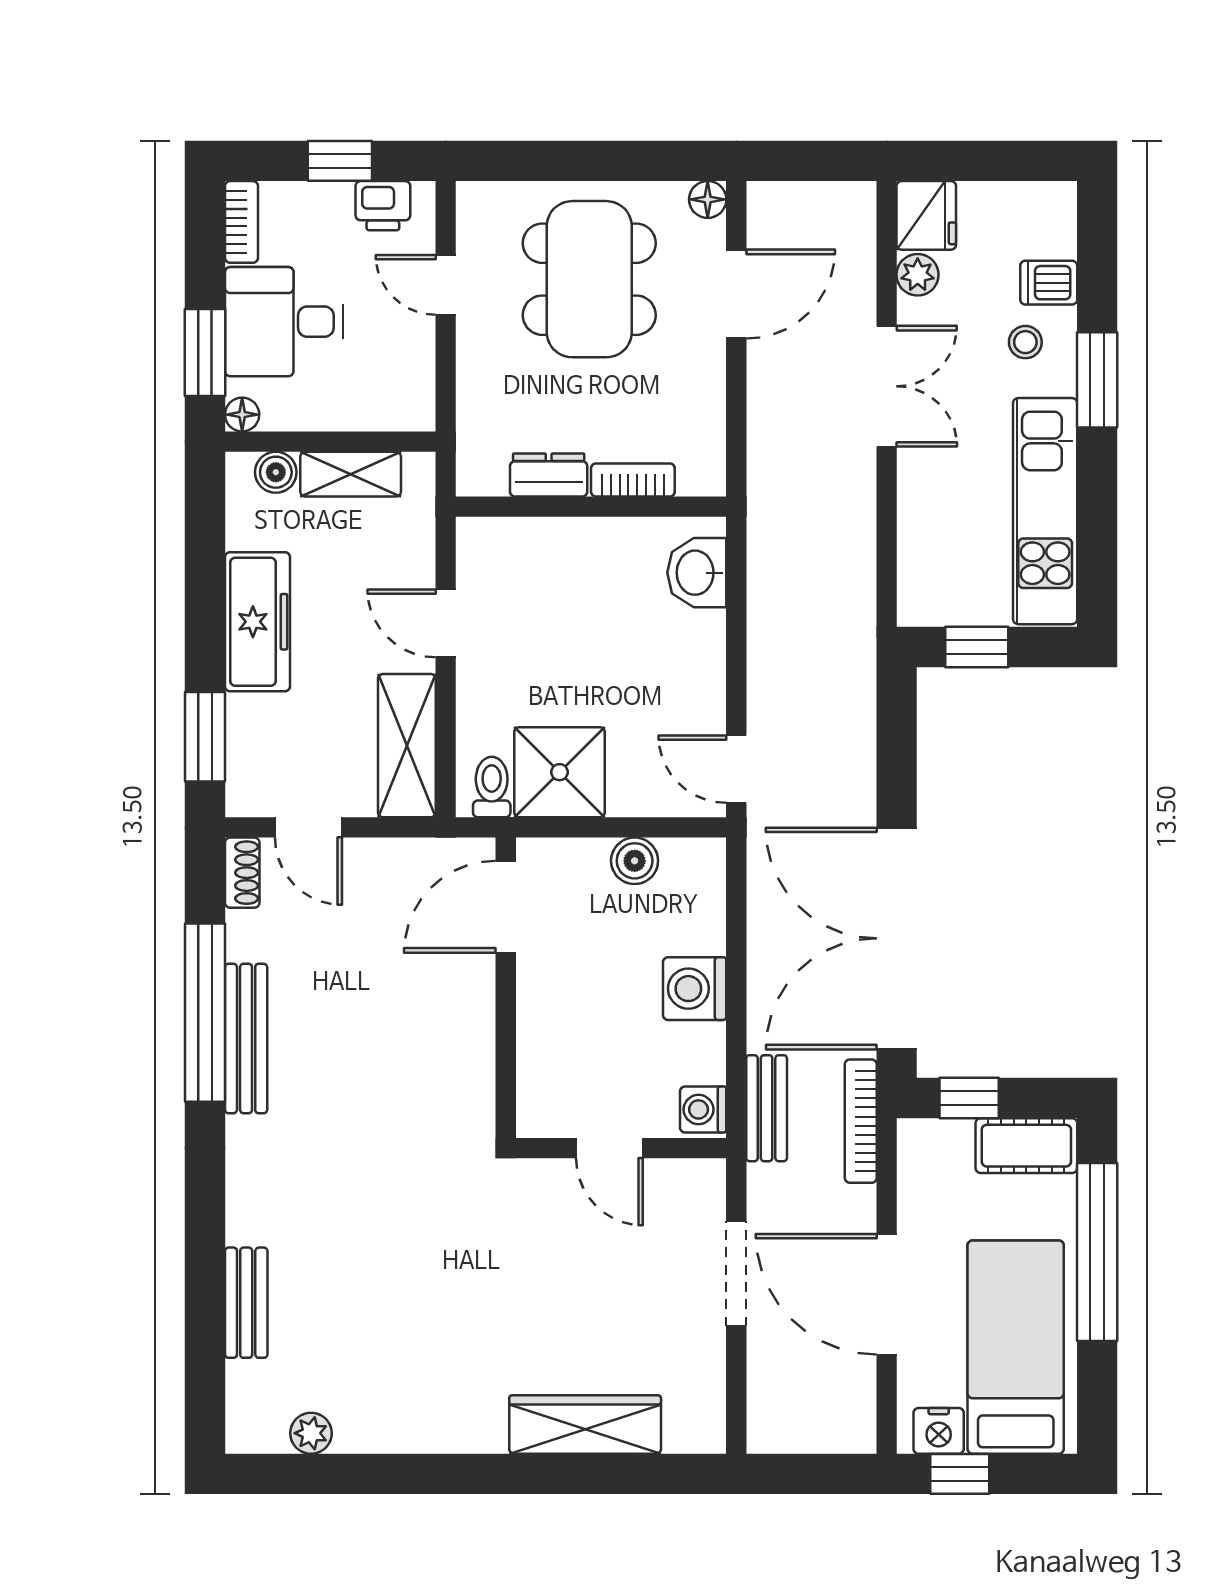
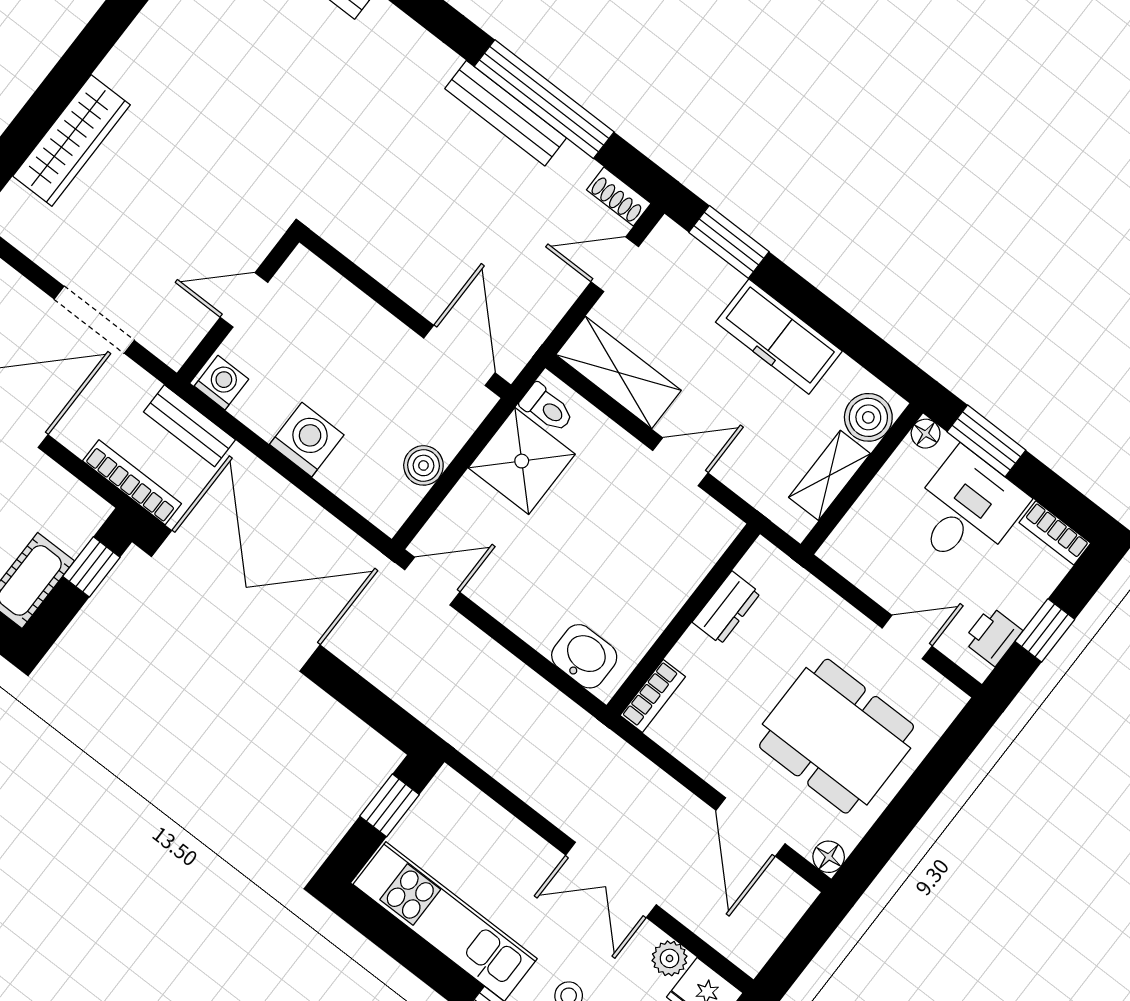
boiler: (276, 472) -> (868, 417), width x1.36, depth x1.36
bookcase: (633, 480) -> (653, 696), moved

